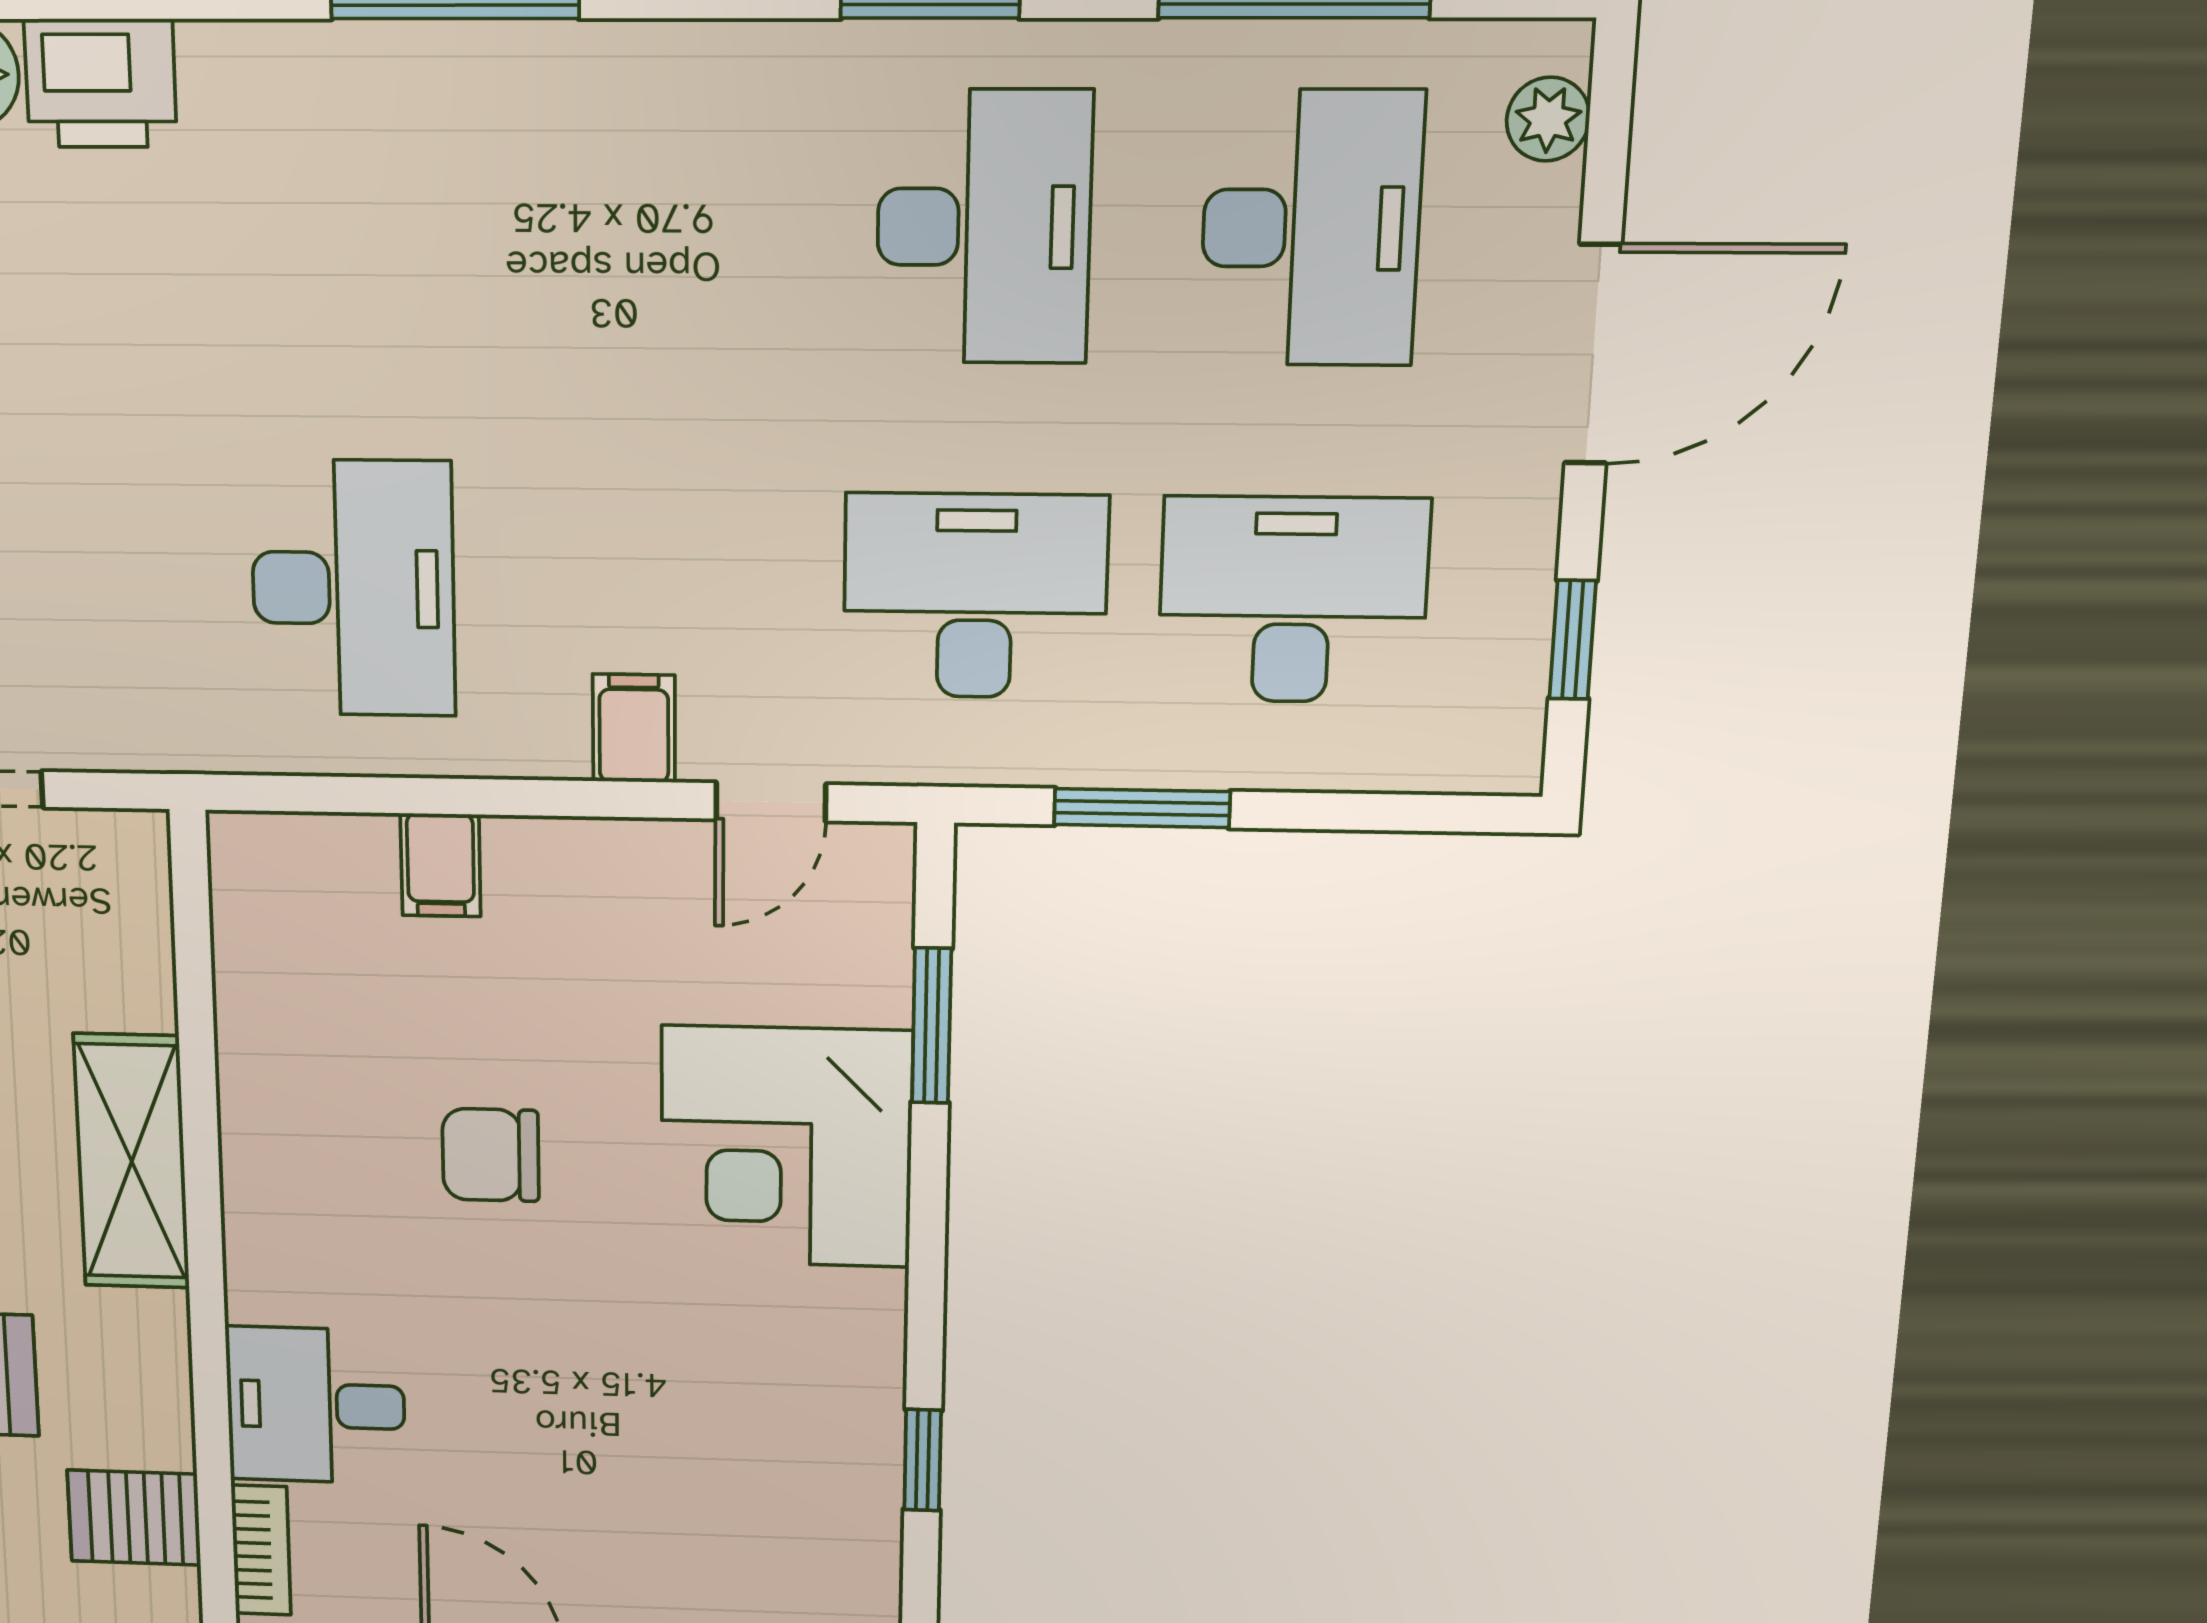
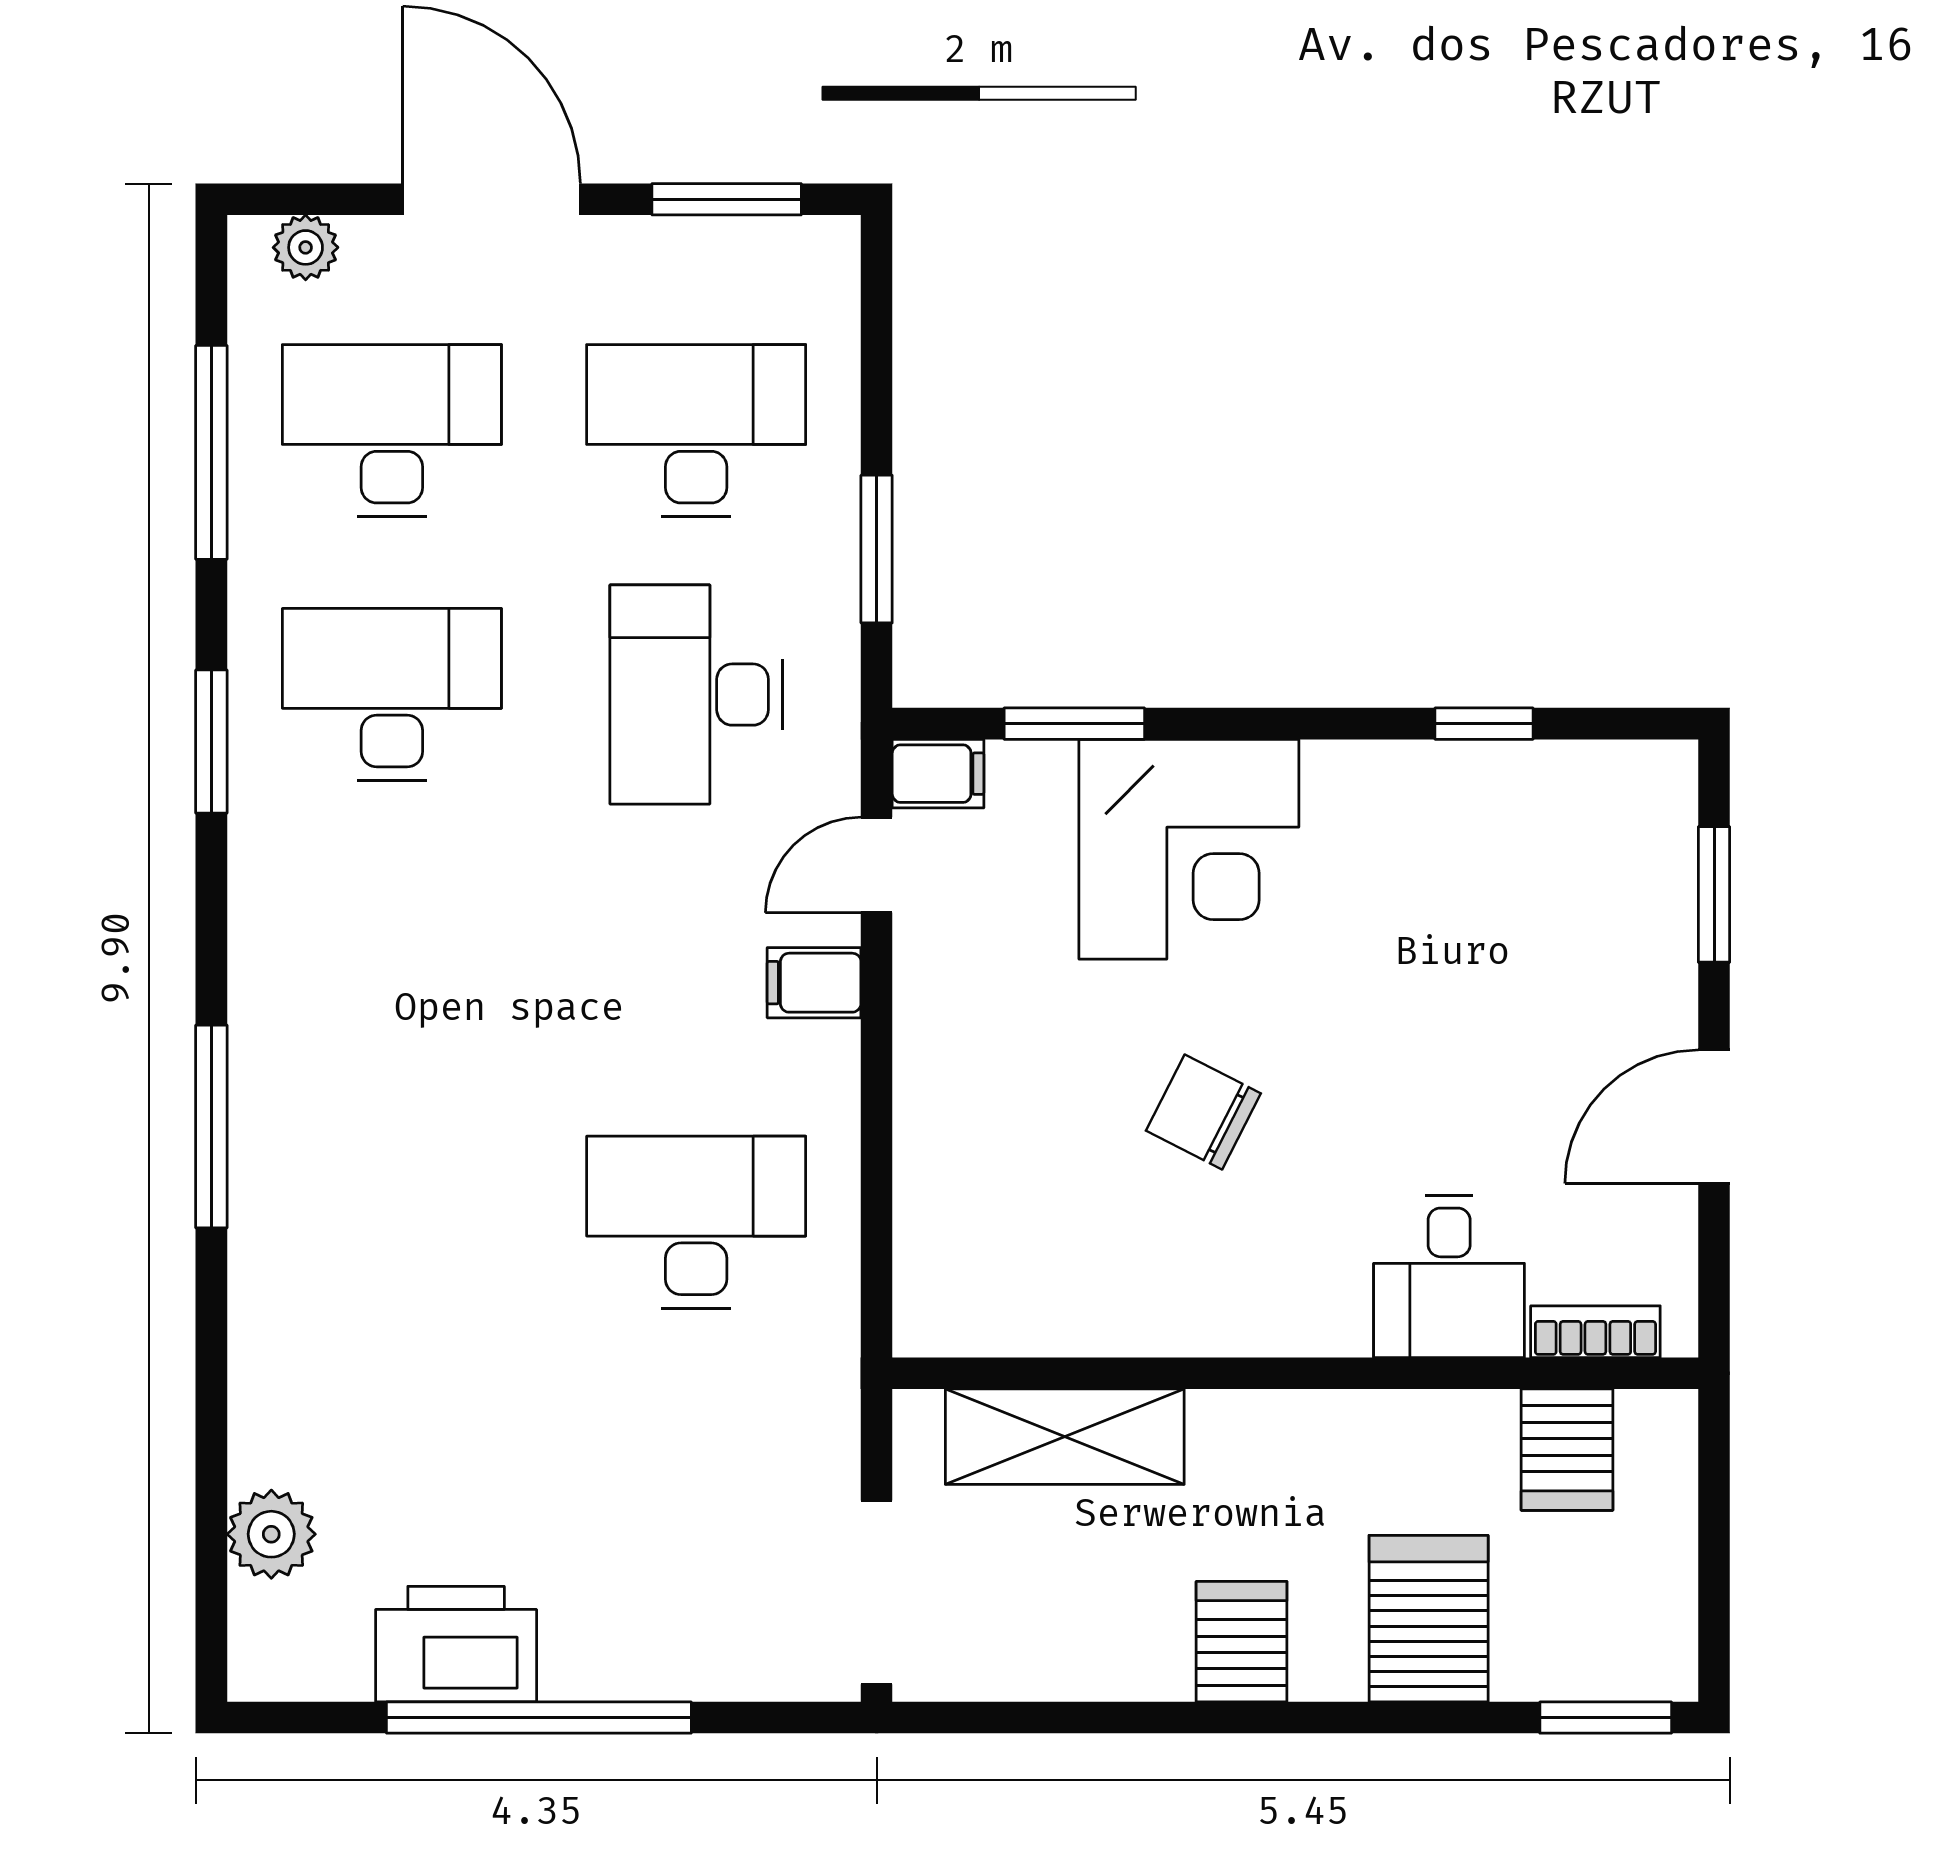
printer: (101, 83) -> (278, 1422), removed
desk: (1293, 600) -> (696, 431), turned 90
window: (1573, 640) -> (727, 199), width x1.50
door: (771, 802) -> (877, 865), swing flipped
filing cabinet: (441, 865) -> (938, 774), moved
chair: (491, 1155) -> (1203, 1112), turned 117
shelving: (132, 1162) -> (1065, 1437), moved

